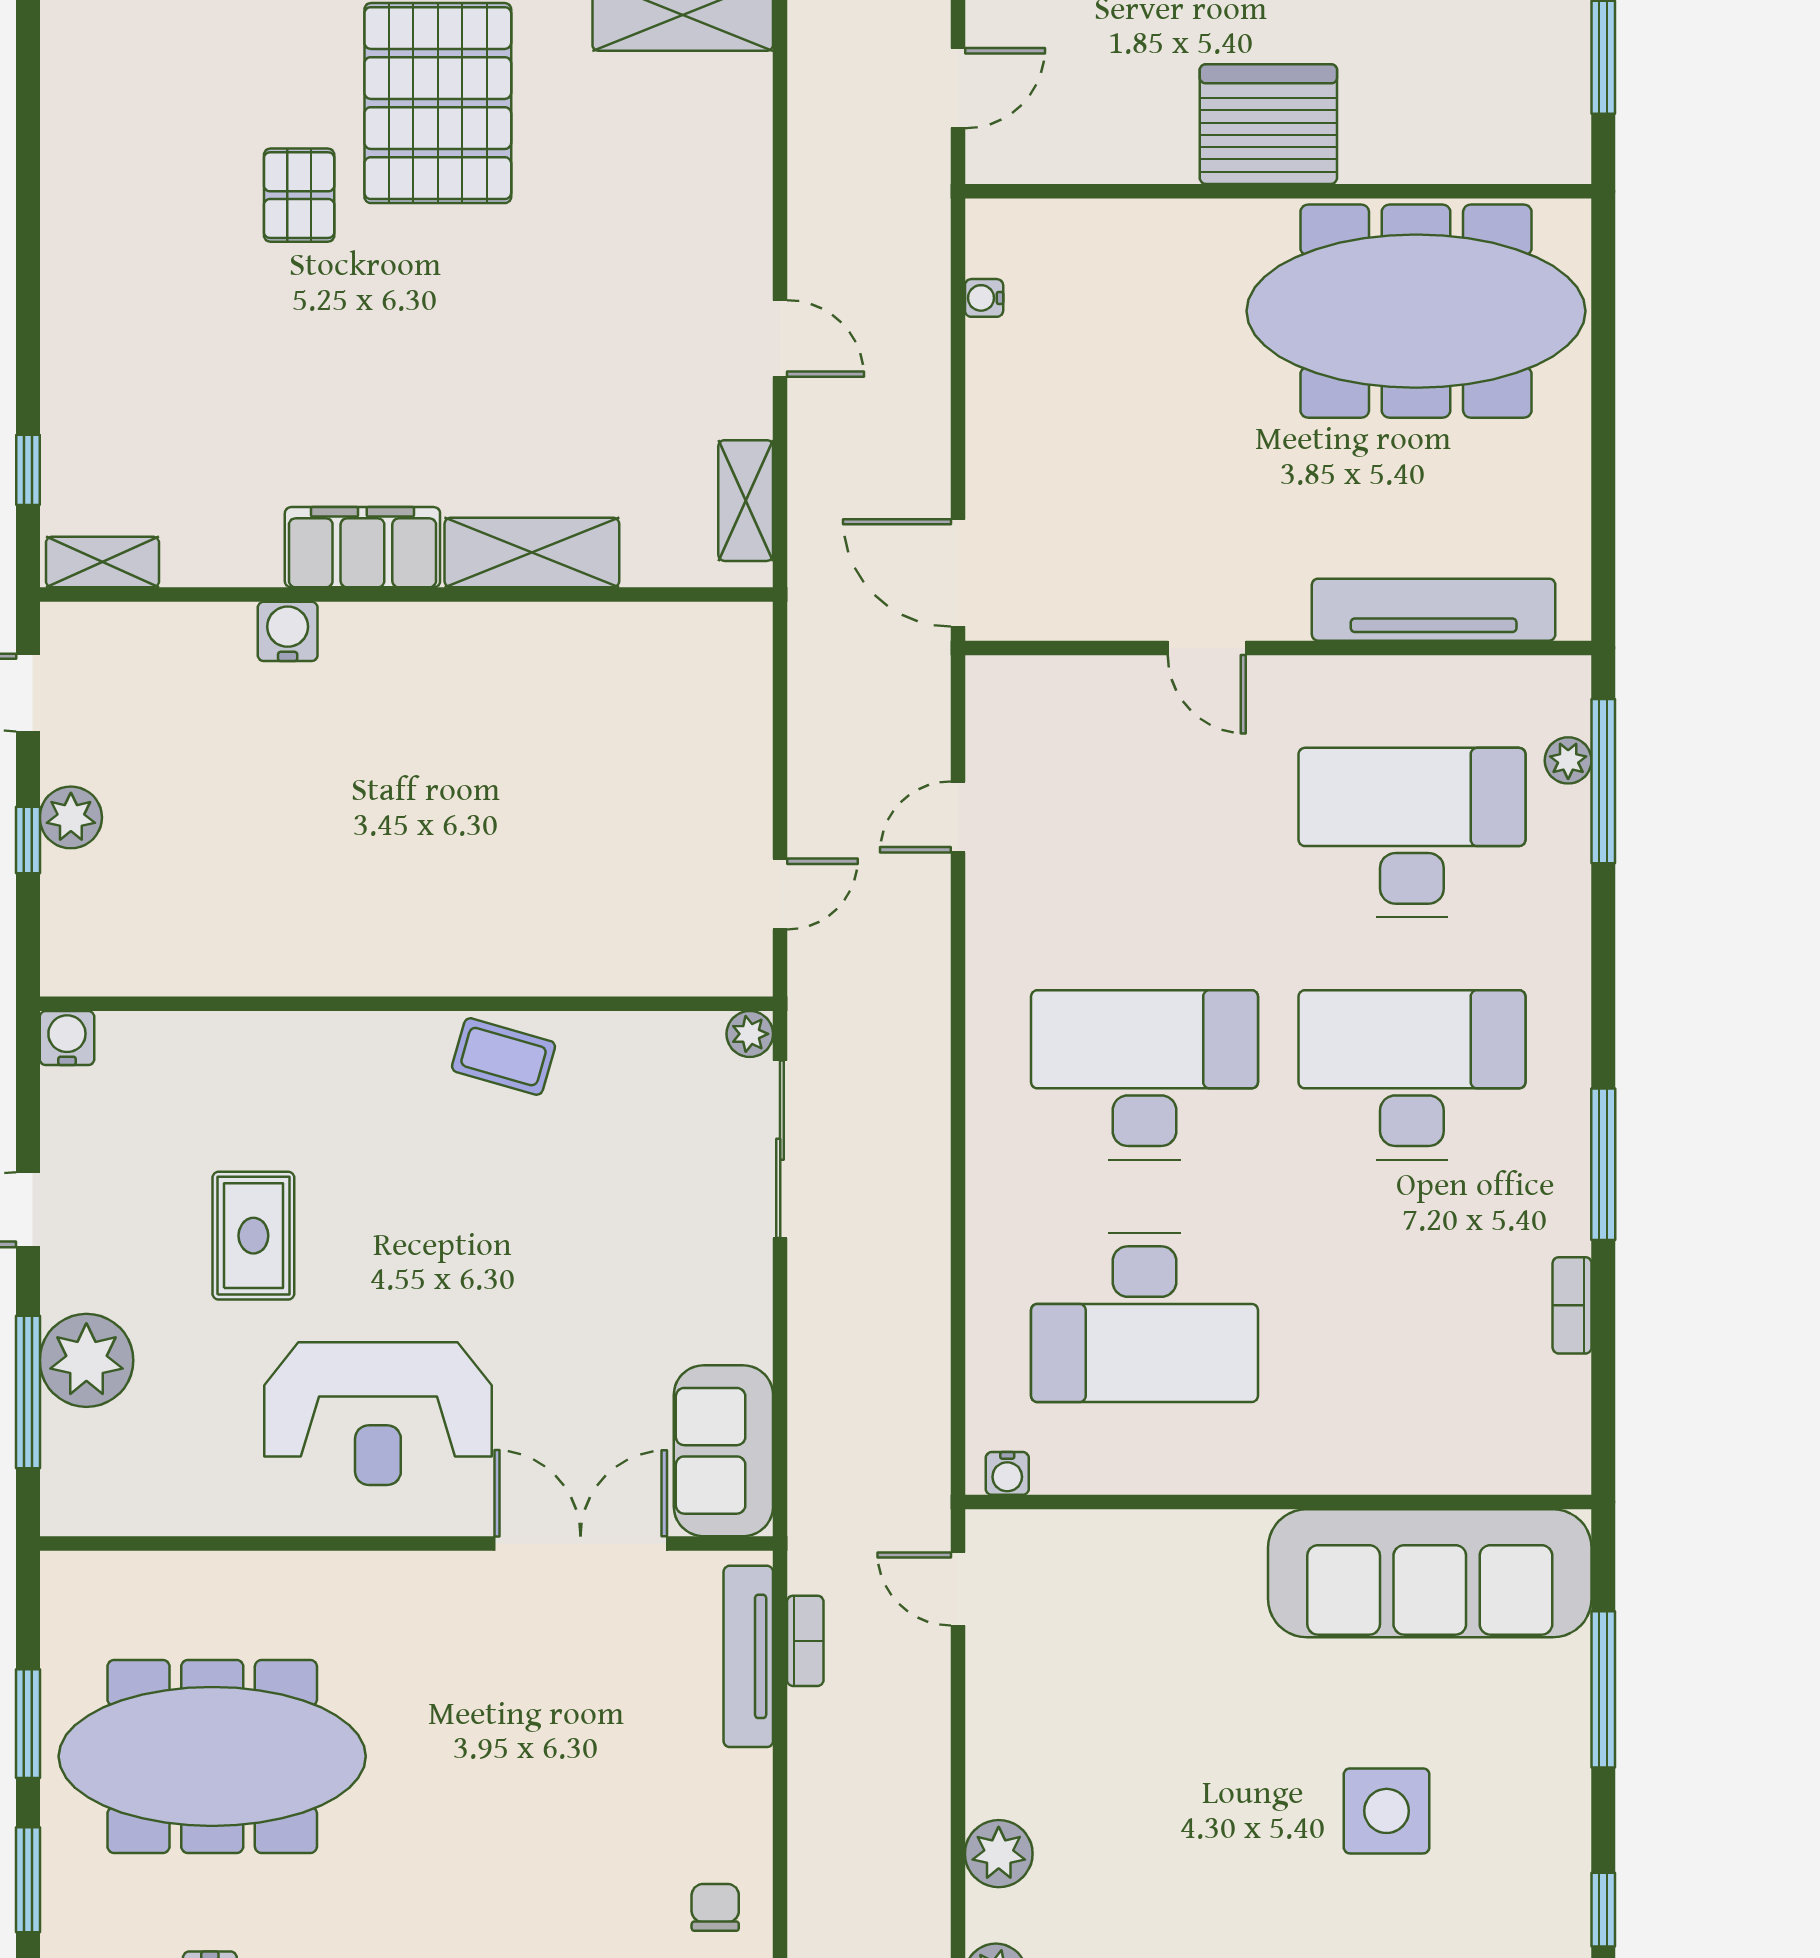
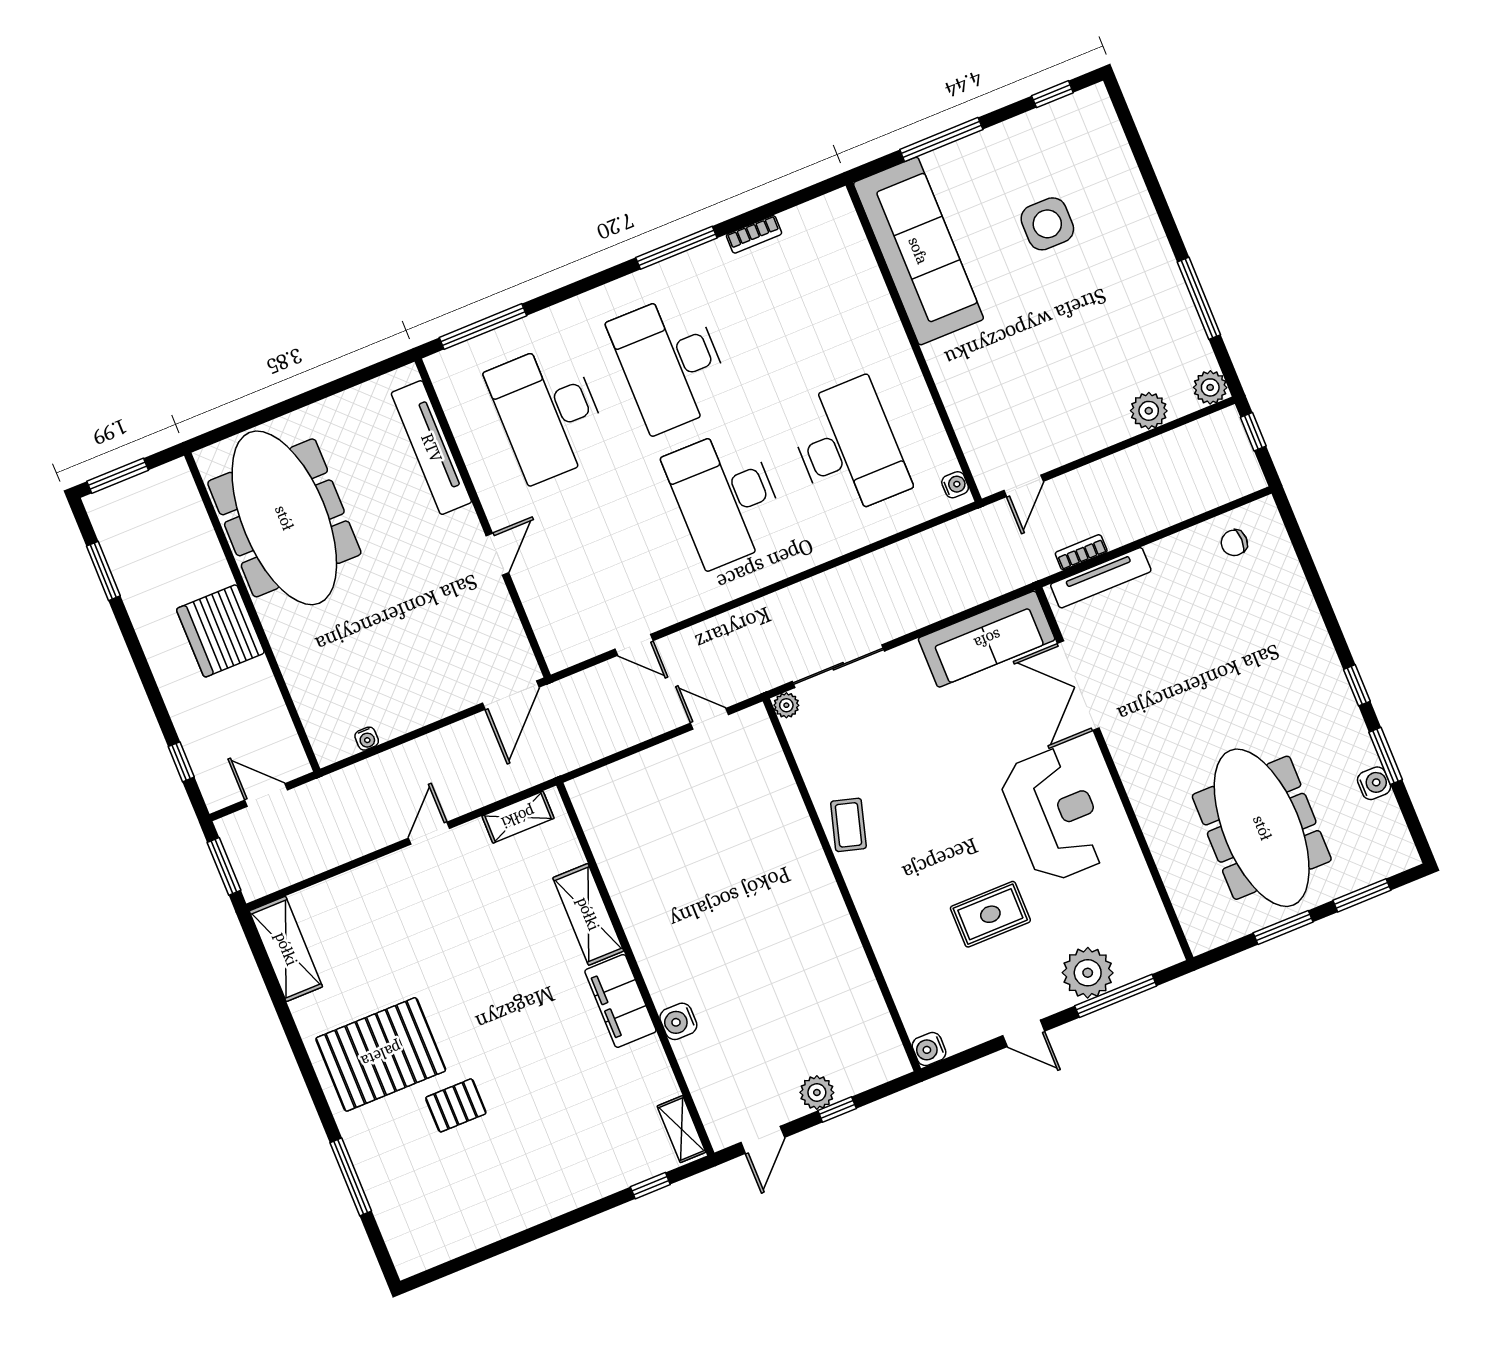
plant: (1568, 760) -> (480, 349), removed
sofa: (723, 1451) -> (987, 639), width x1.36

